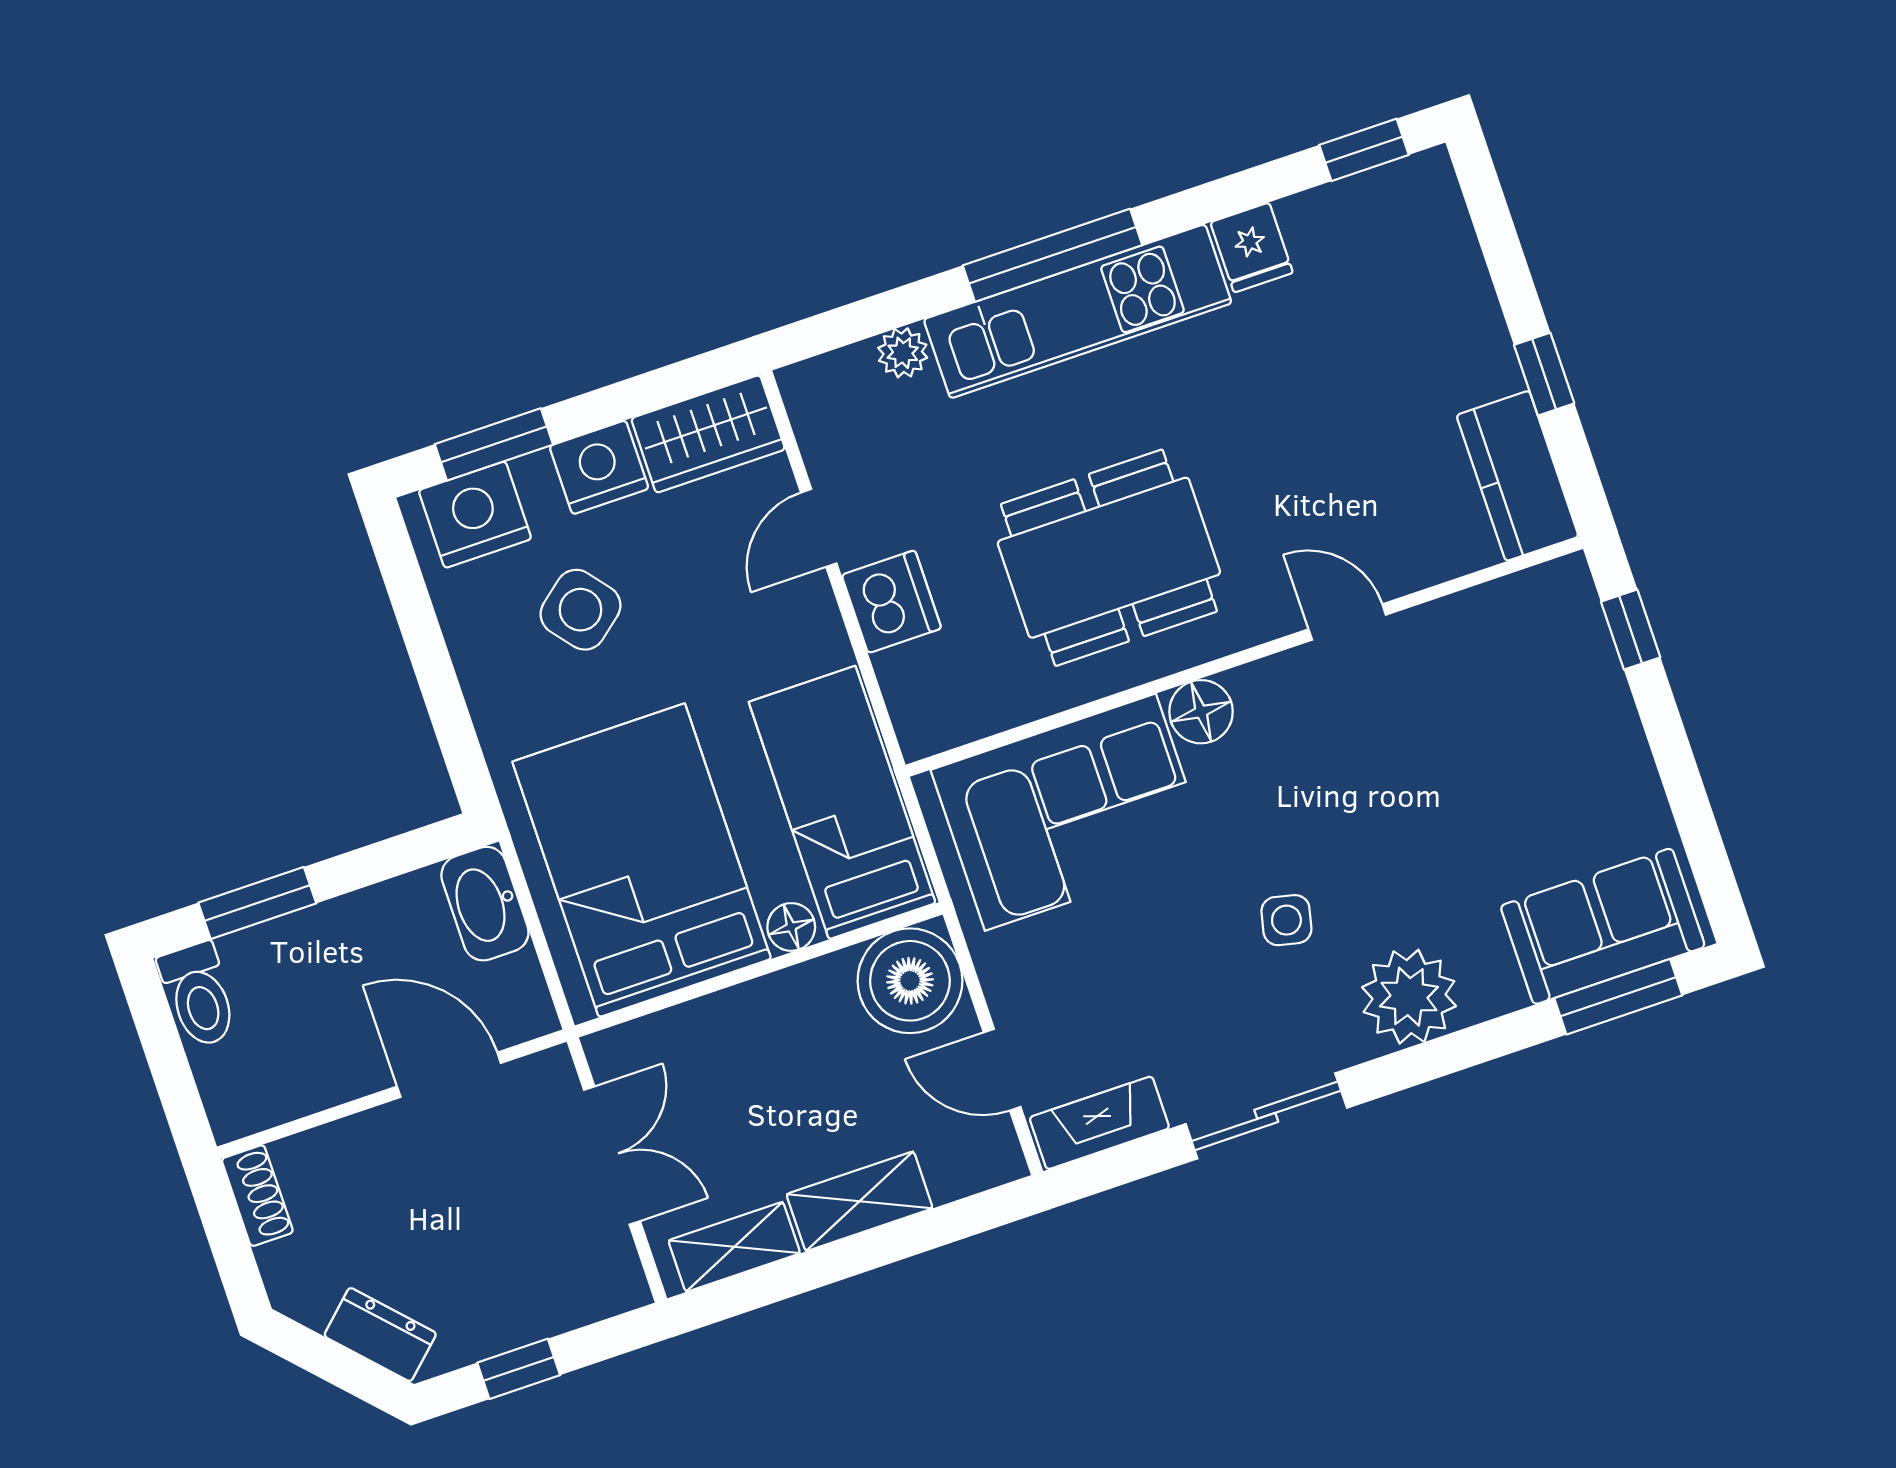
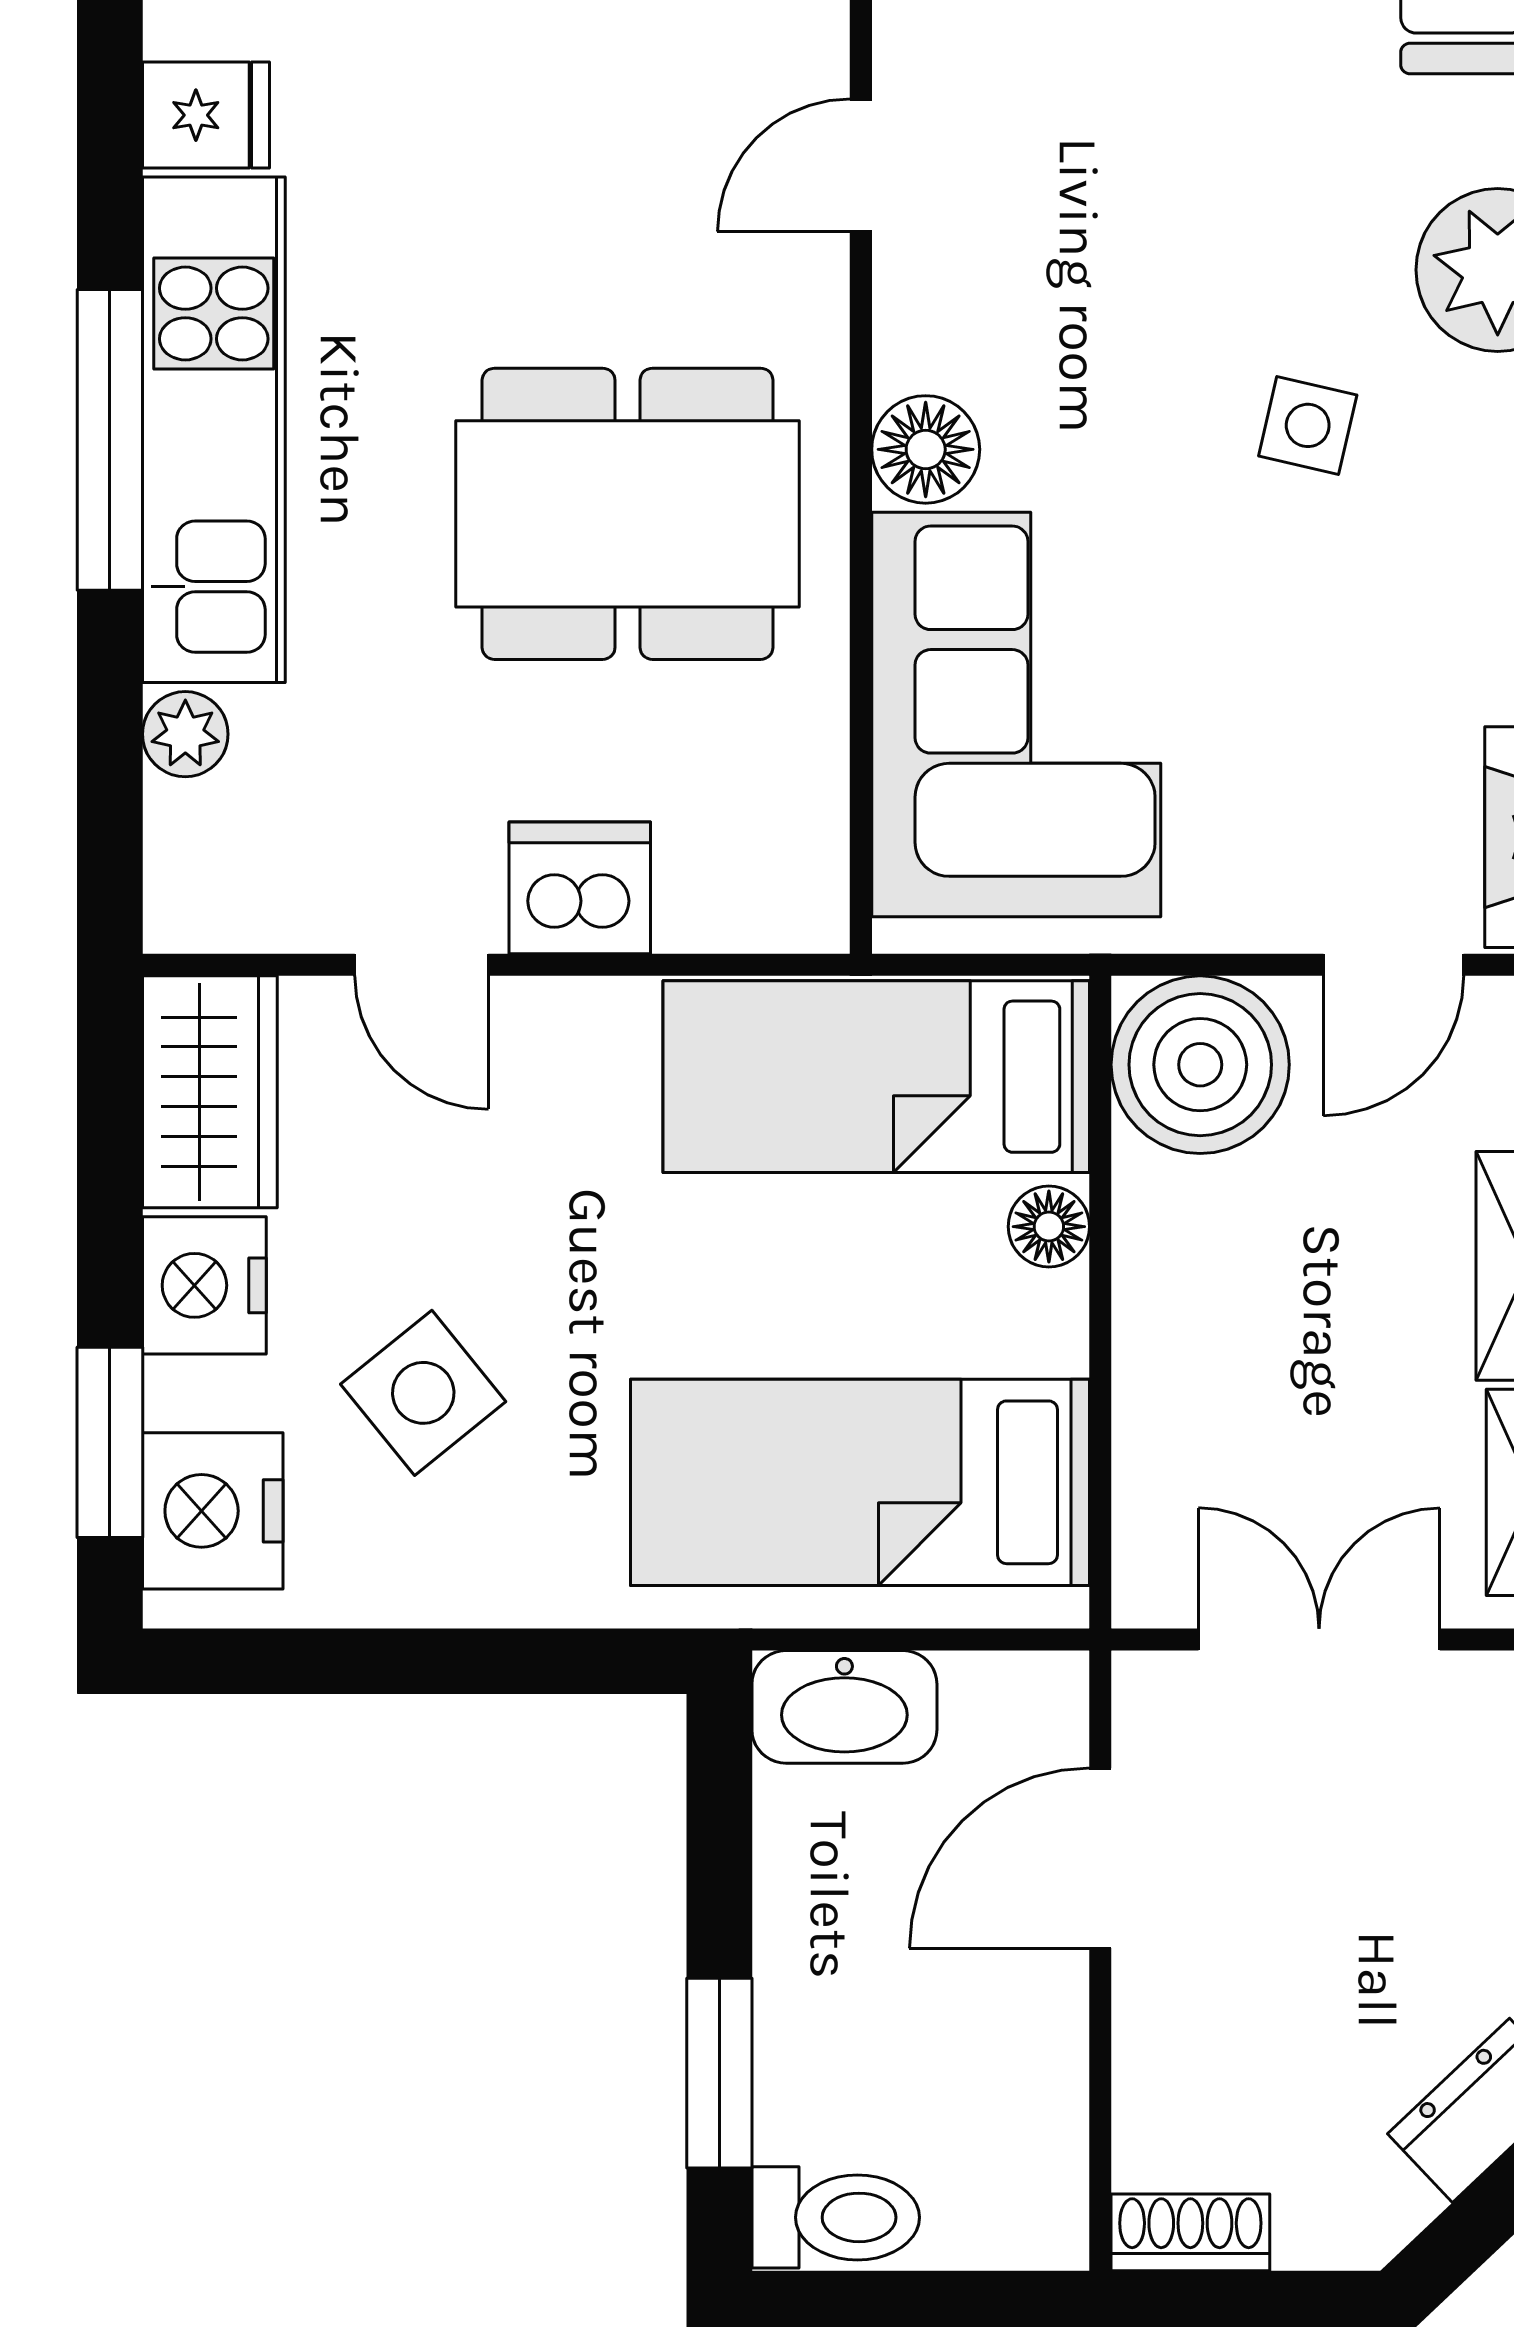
dining table: (1109, 558) -> (628, 514), turned 90
bed: (642, 860) -> (860, 1482), width x0.67

